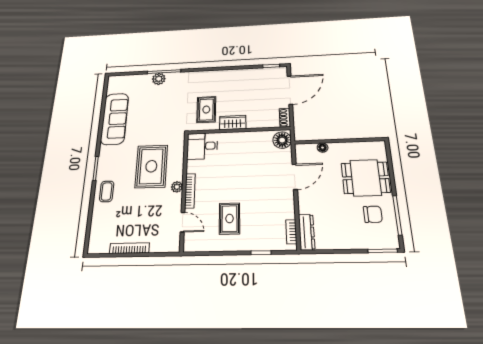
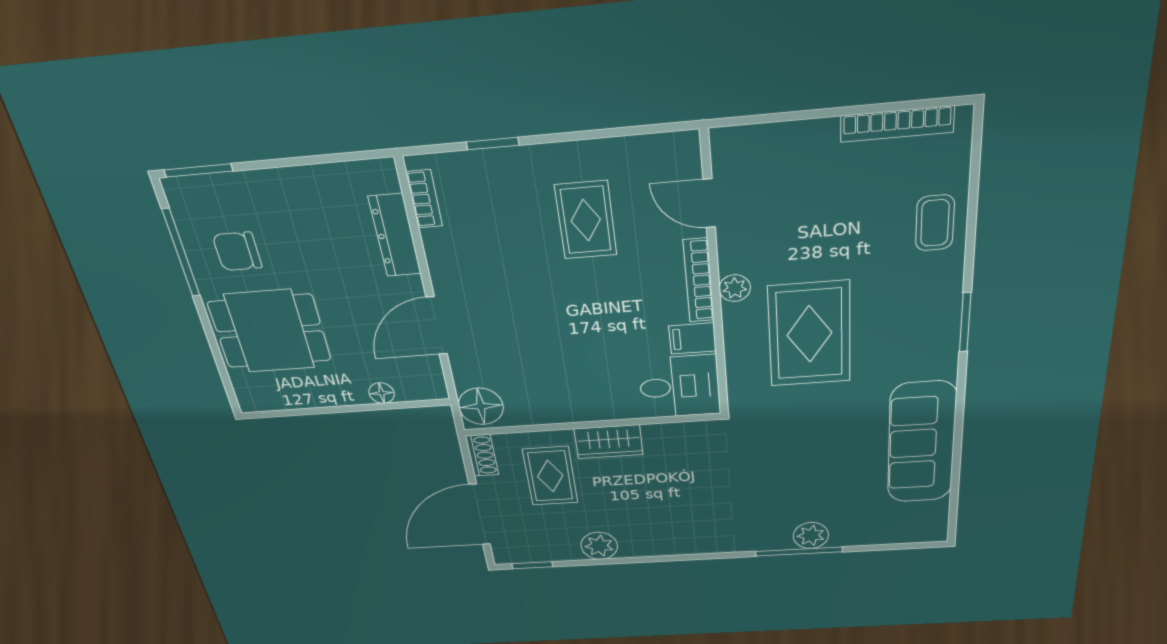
plant: (242, 75) -> (599, 546), added
rug: (206, 110) -> (550, 476), moved
filing cabinet: (195, 166) -> (693, 338), added
coffee table: (107, 191) -> (935, 223), moved
dresser: (307, 232) -> (395, 235), moved
bookcase: (129, 248) -> (897, 124), moved

